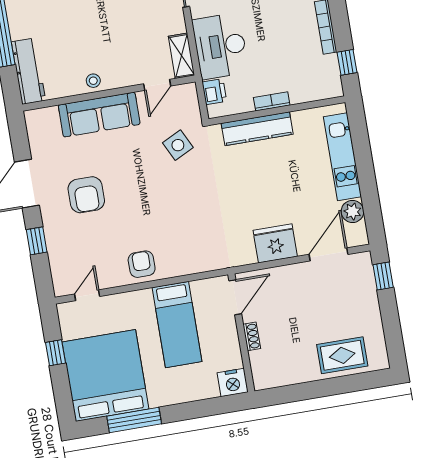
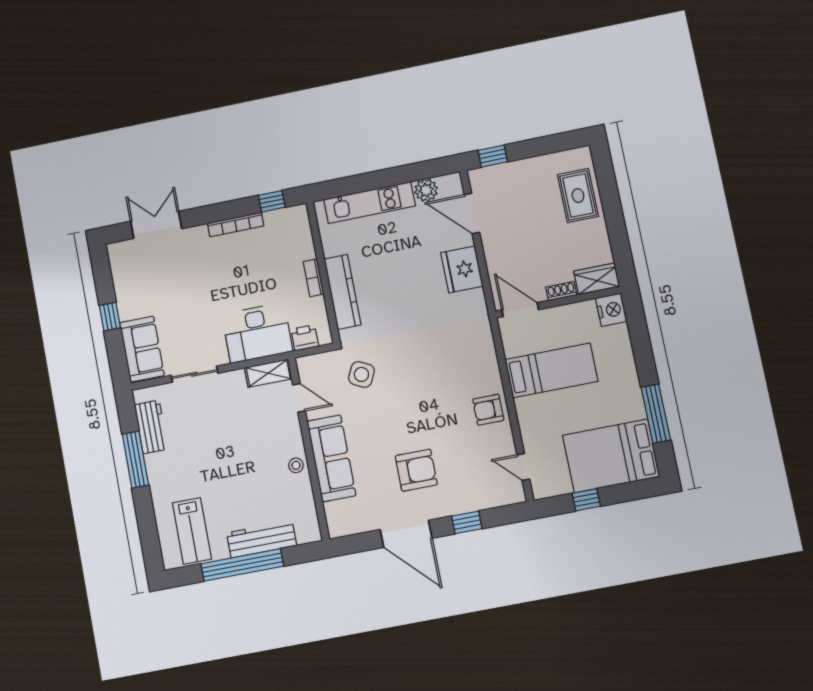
workbench: (28, 71) -> (262, 539), moved
side table: (178, 145) -> (361, 374), turned -38
wardrobe: (262, 370) -> (597, 279), added
bed: (105, 375) -> (611, 456), width x0.73

